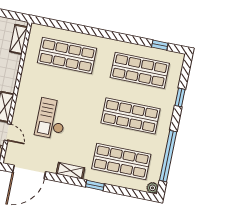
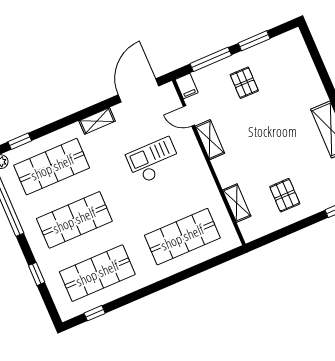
shelving: (19, 39) -> (237, 203), moved
checkout: (51, 119) -> (154, 161), turned -90
window: (95, 185) -> (20, 141), moved

